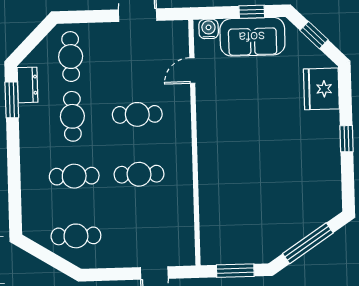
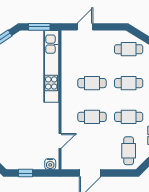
sofa: (252, 37) -> (26, 159), removed
cafe table: (72, 116) -> (129, 117), turned 90
kitchen unit: (212, 201) -> (51, 66), added

